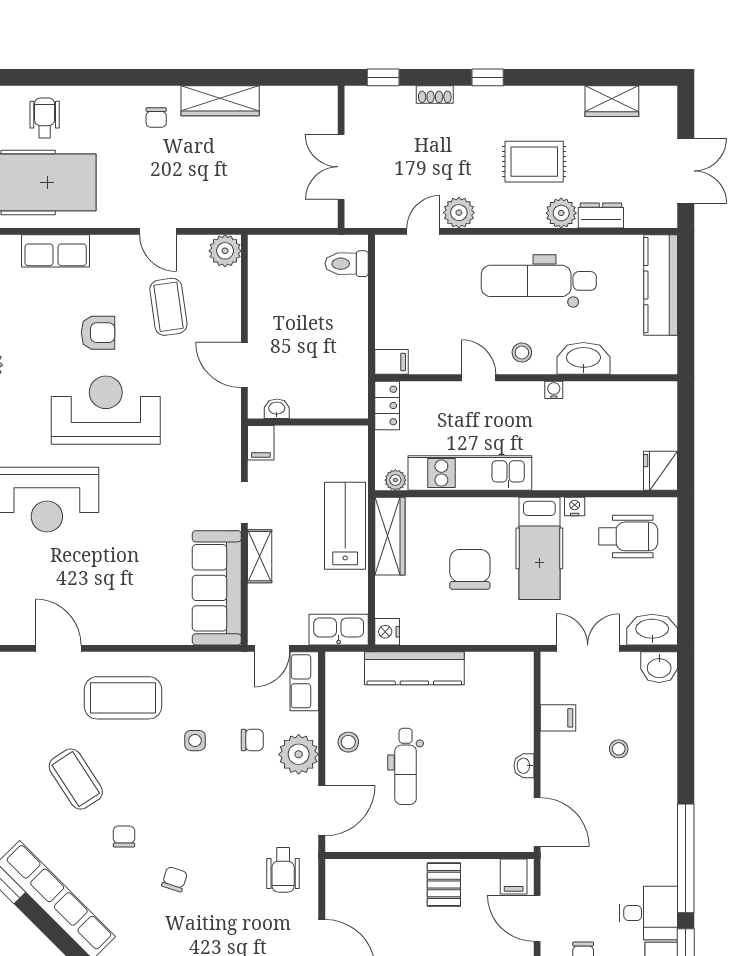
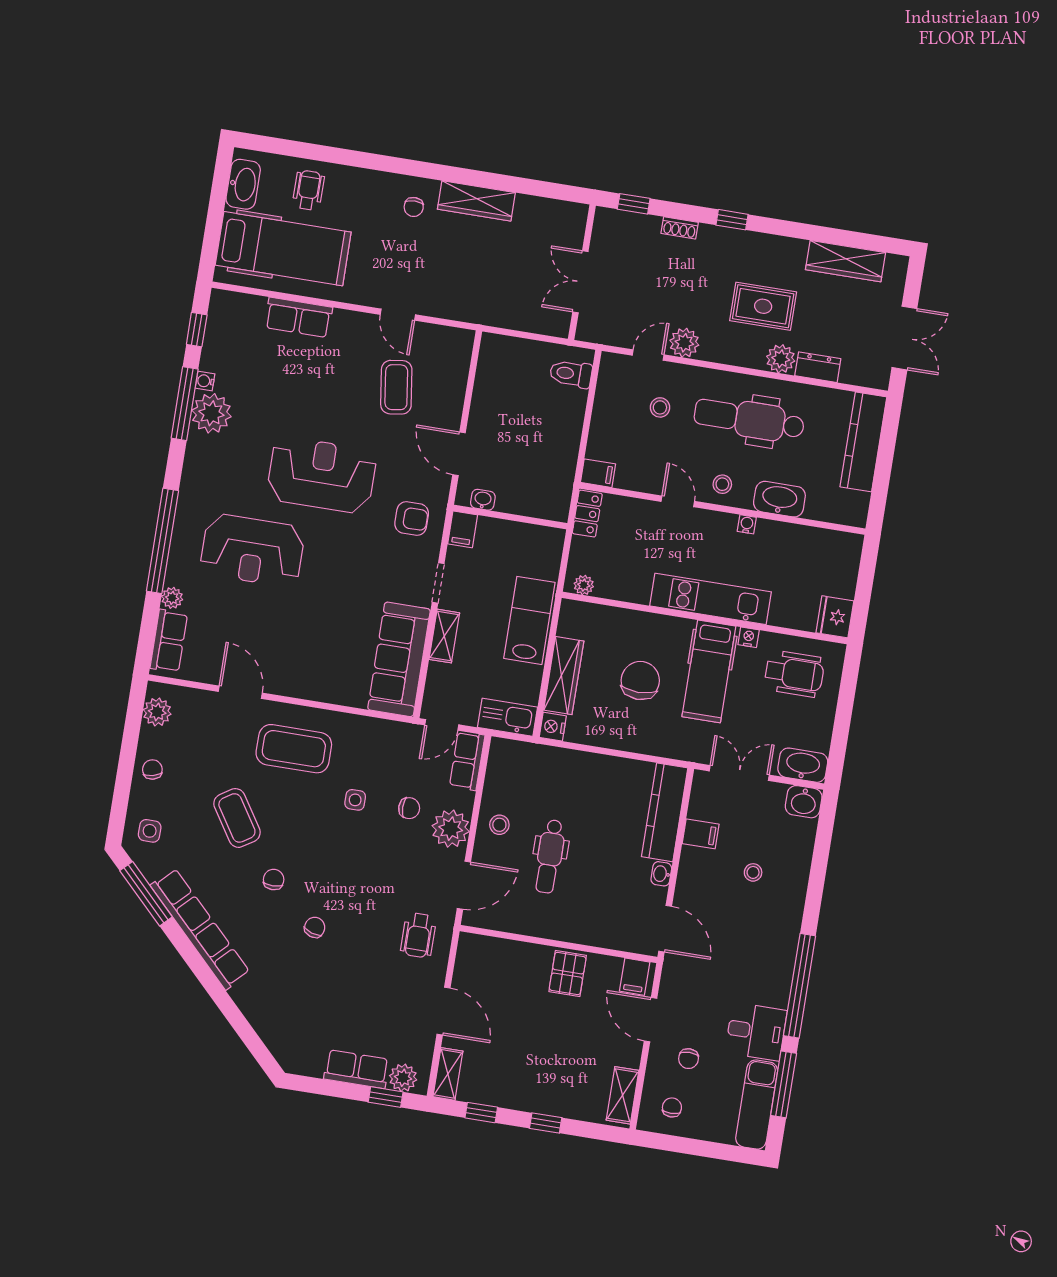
wardrobe: (612, 101) -> (846, 261), width x1.50
plant: (225, 251) -> (458, 343), removed
stool: (445, 284) -> (660, 407), added
armchair: (98, 333) -> (412, 519), moved
kitchen unit: (470, 473) -> (711, 599), moved
wardrobe: (390, 536) -> (564, 676), moved
kitchen counter: (414, 668) -> (665, 812), moved, turned 90

